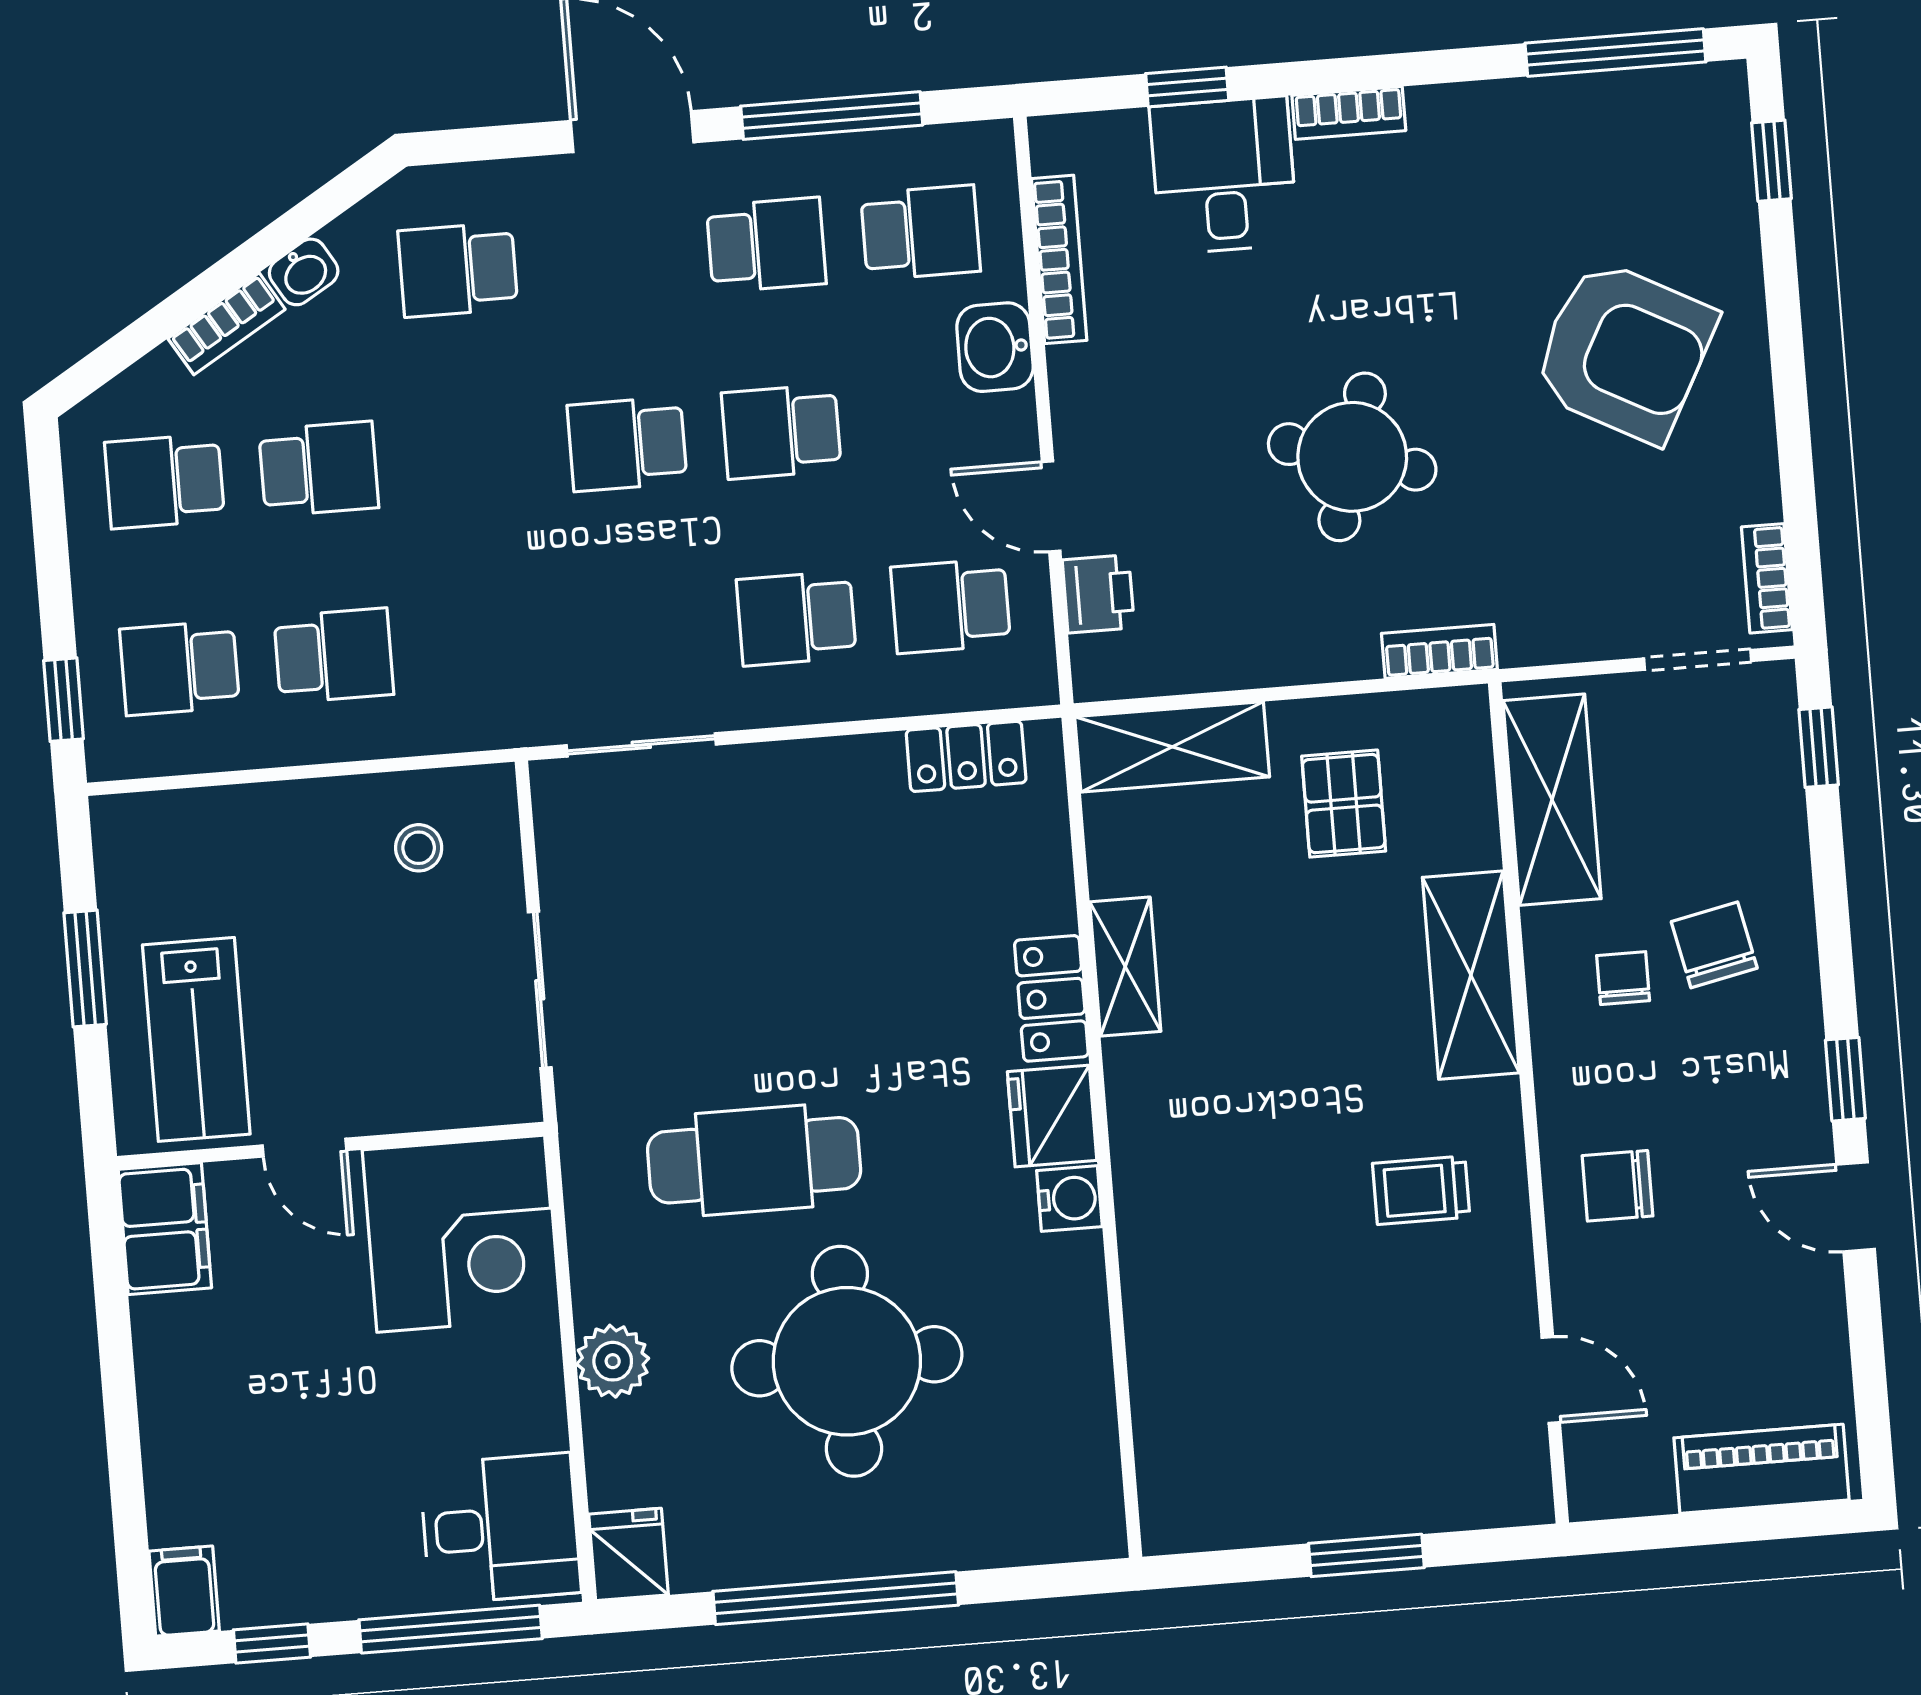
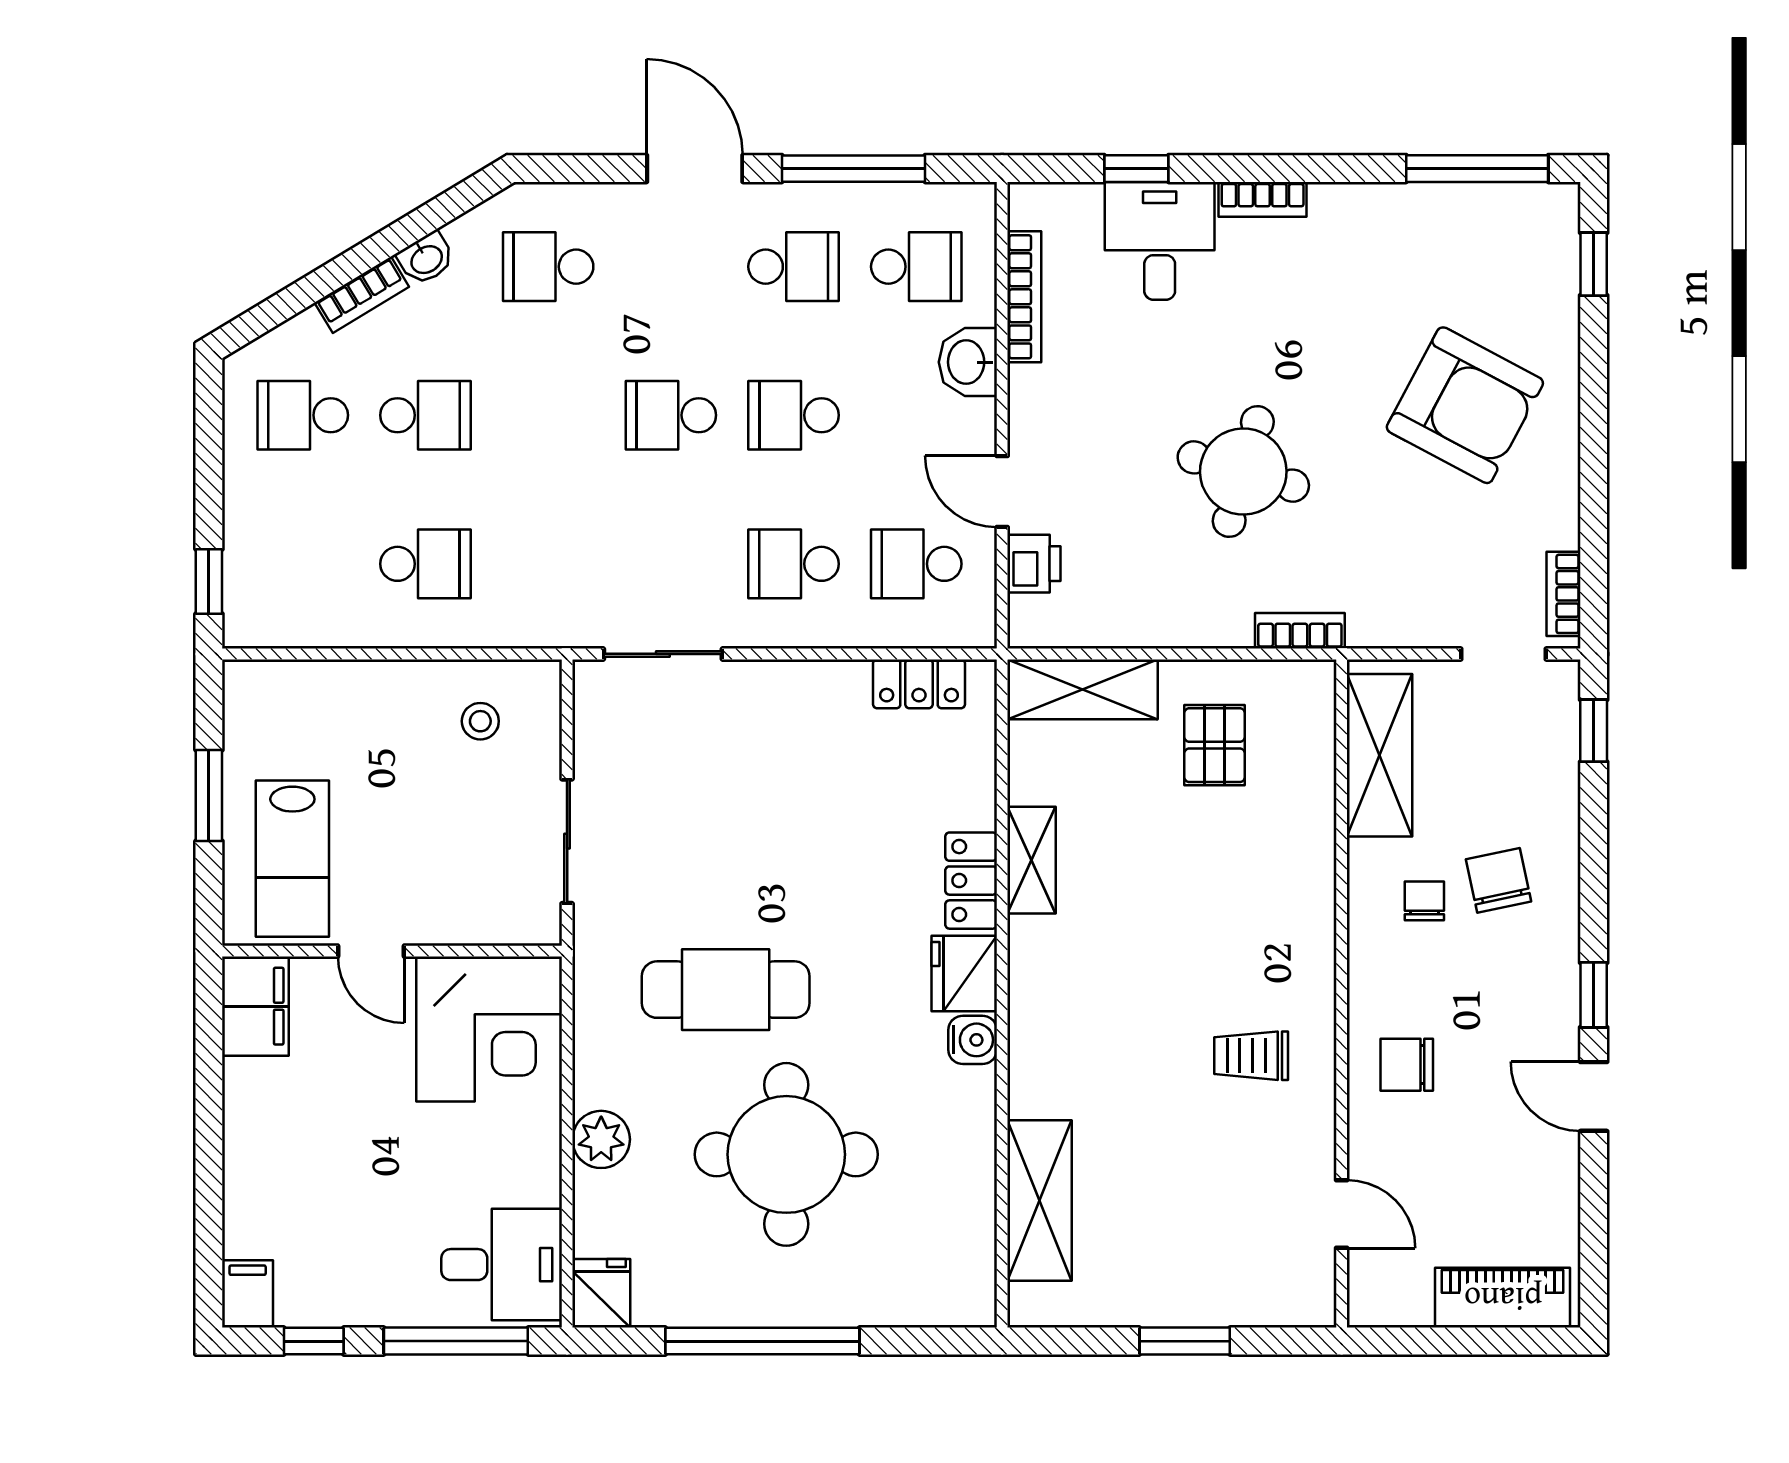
school desk: (180, 668) -> (303, 564), removed
shelving: (1471, 975) -> (1040, 1201), moved

